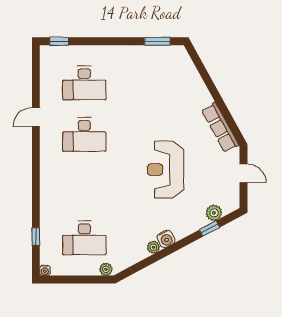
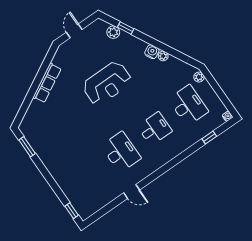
desk: (84, 83) -> (155, 129), moved, width x0.73
row of seats: (220, 128) -> (47, 83), moved

